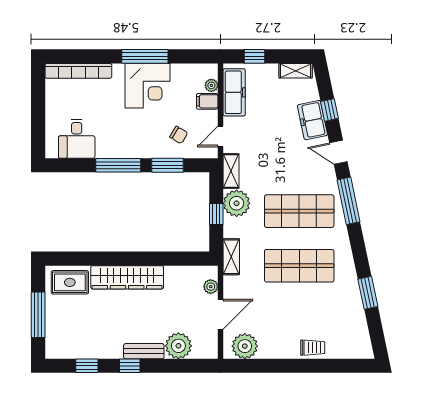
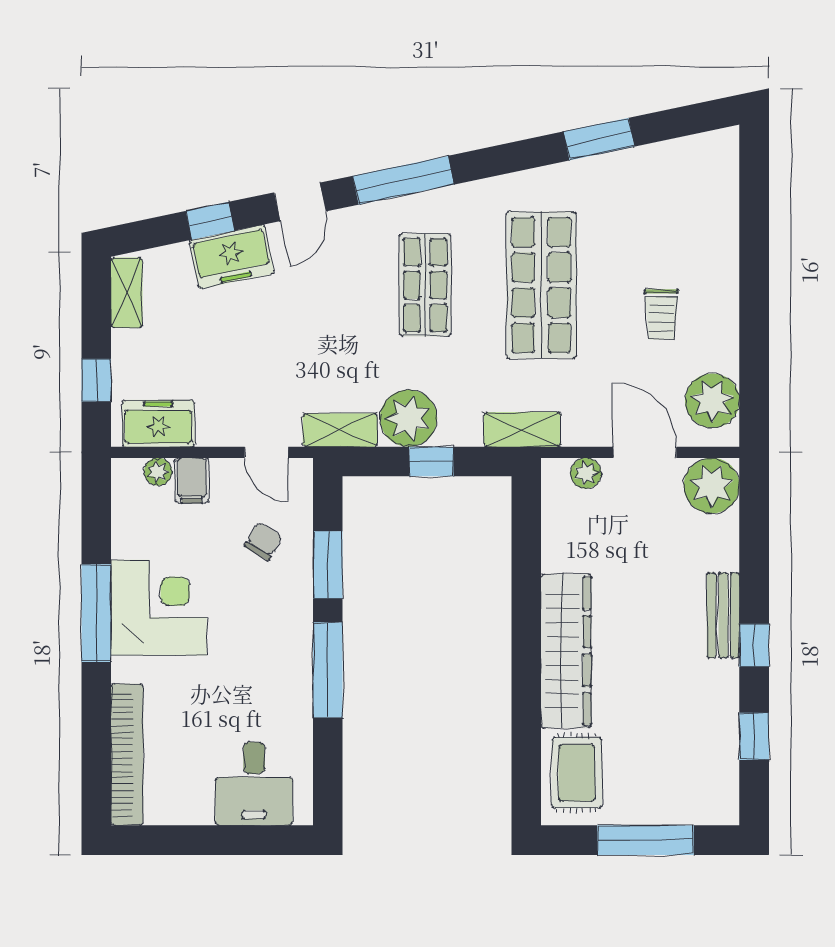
freezer: (234, 92) -> (158, 423), width x0.71
desk: (77, 139) -> (254, 784), moved, turned 90
shop shelf: (299, 211) -> (425, 285), width x0.70, depth x0.74
plant: (178, 346) -> (712, 486), moved
trolley: (313, 348) -> (661, 315), moved, turned 180

